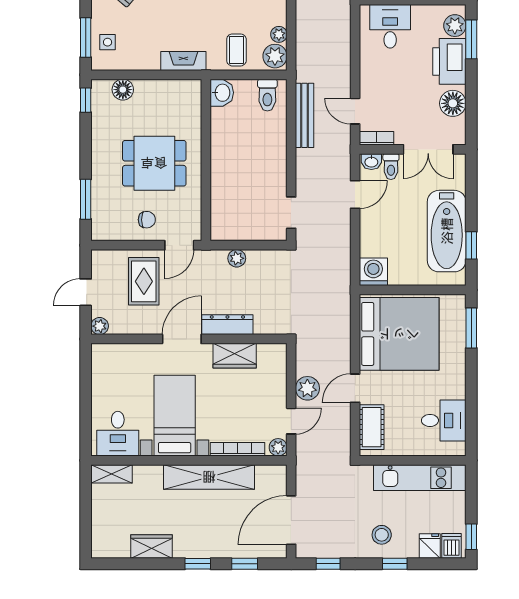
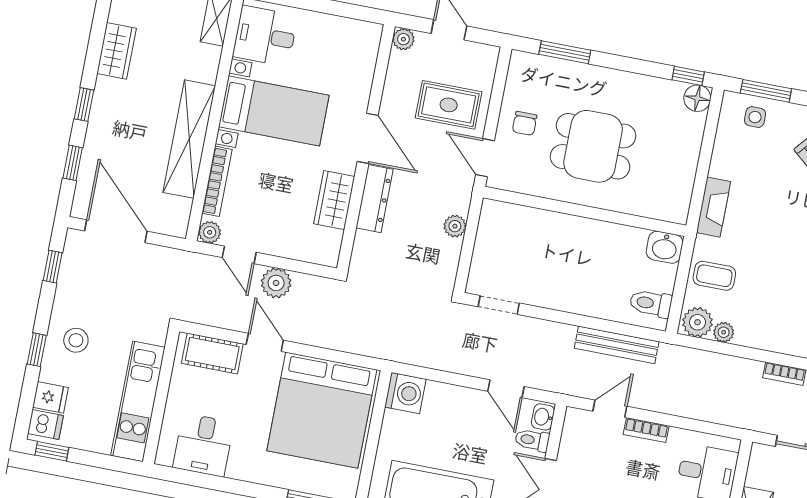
floor lamp: (123, 90) -> (697, 98), moved
bookcase: (376, 138) -> (646, 430), moved, turned 90
dining table: (154, 163) -> (593, 146), turned 90

